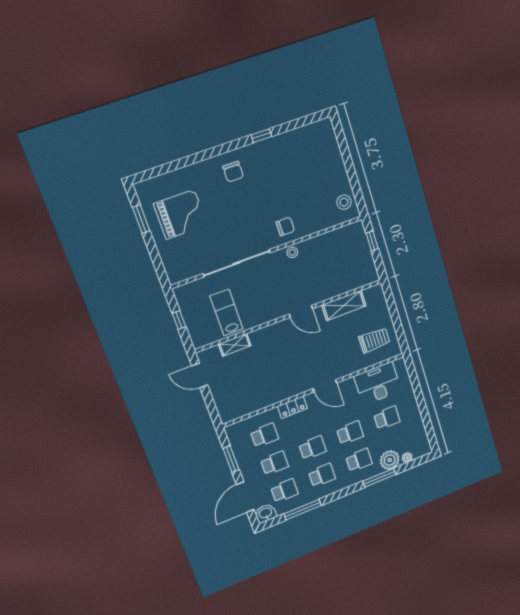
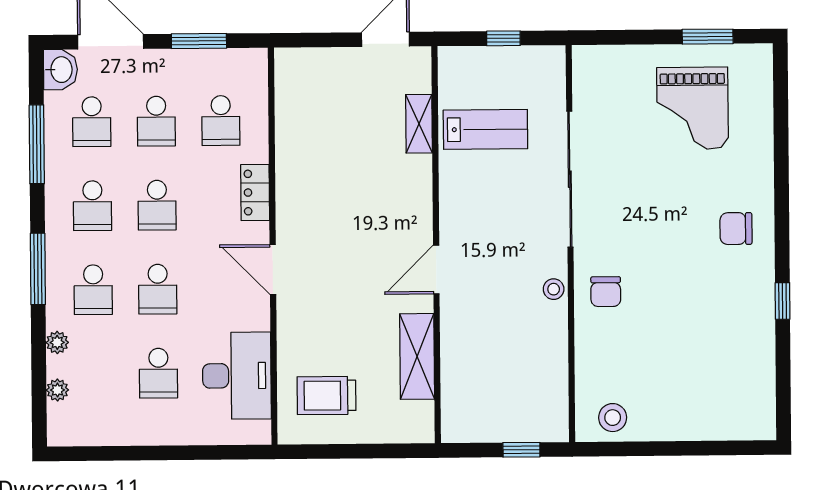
trolley: (374, 340) -> (327, 396), turned 90
door: (325, 386) -> (273, 270), hinge flipped
plant: (390, 460) -> (57, 342), width x0.53, depth x0.53
window: (379, 478) -> (38, 269), moved

